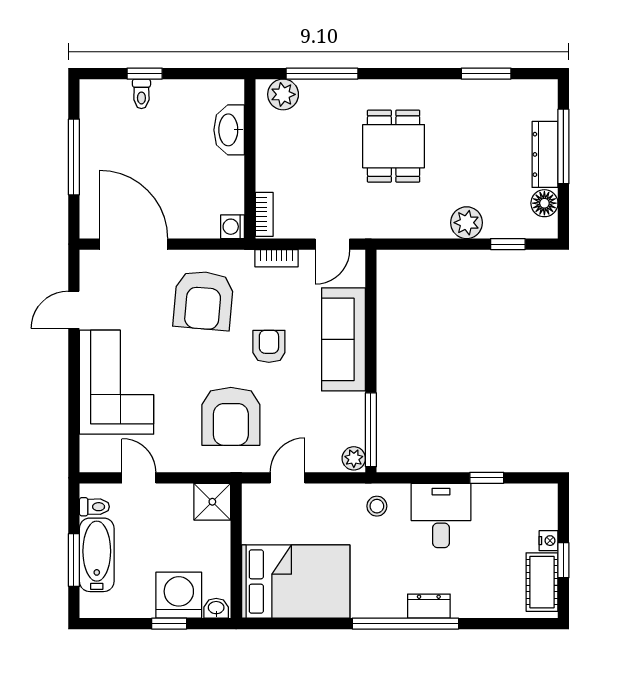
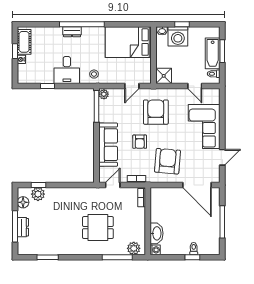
dining table: (394, 146) -> (98, 228), moved, turned 90
dresser: (545, 154) -> (23, 227), width x0.70
plant: (467, 223) -> (38, 194), moved
washing machine: (233, 227) -> (155, 250), moved

